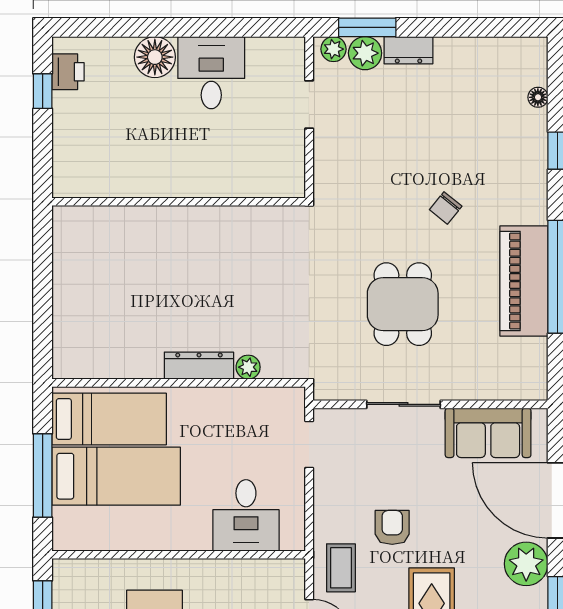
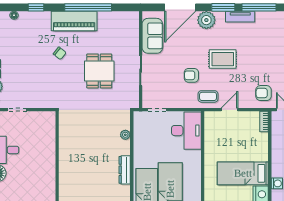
piano: (524, 281) -> (74, 21), moved
dining table: (403, 304) -> (99, 71), turned 90
dresser: (199, 366) -> (125, 170), moved
desk: (246, 515) -> (186, 131), width x1.37

